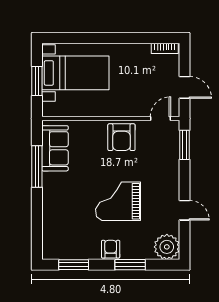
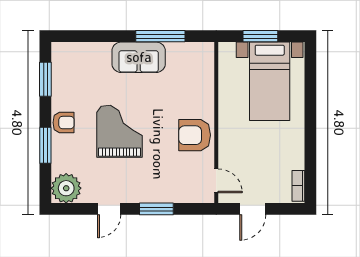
window: (184, 145) -> (156, 209), moved
sofa: (55, 148) -> (139, 57), moved

